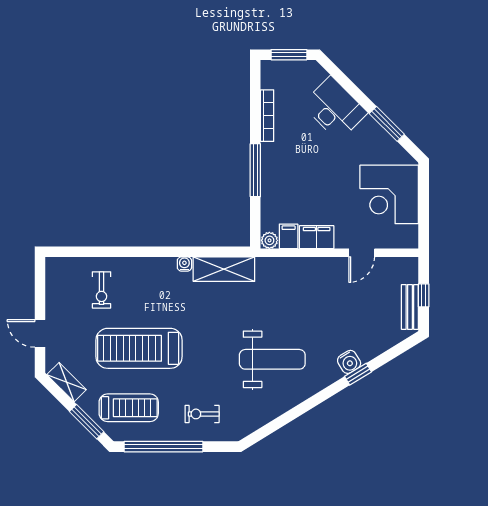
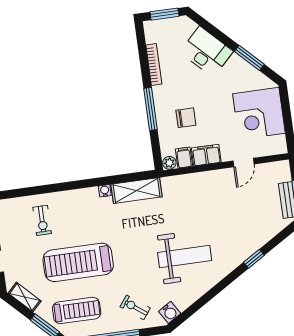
chair: (298, 187) -> (186, 118), added
water cooler: (349, 362) -> (170, 312), moved
exercise bike: (202, 414) -> (135, 307), turned 37

